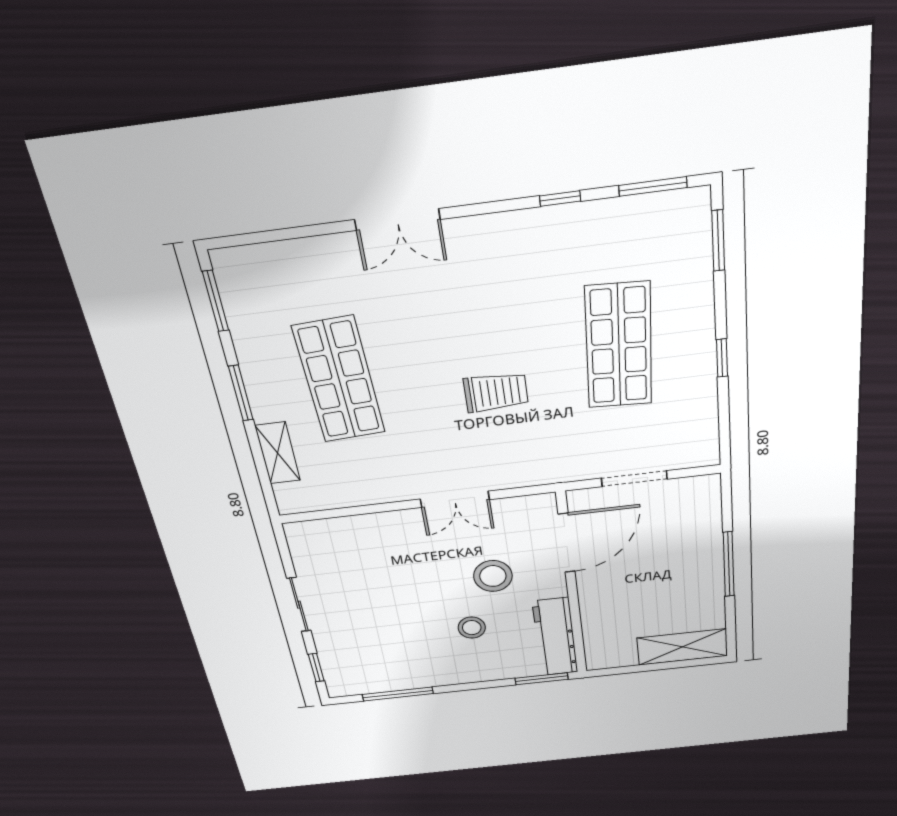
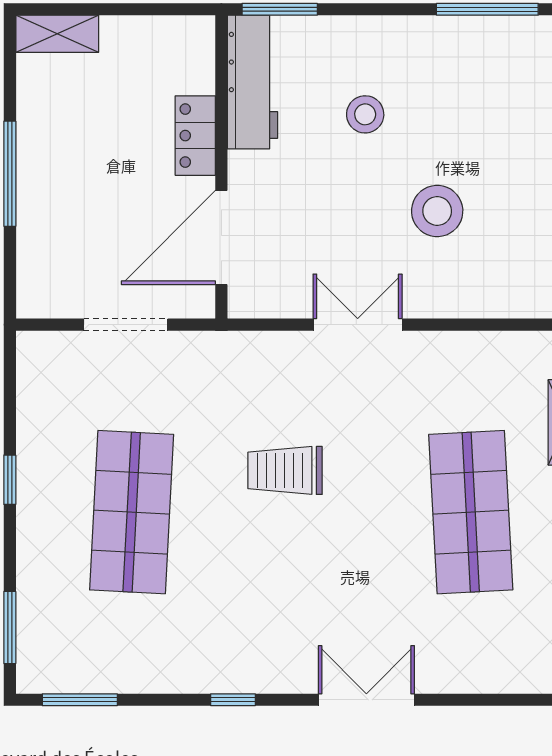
window: (560, 198) -> (233, 700), moved
stool: (493, 576) -> (437, 211), moved
locker: (593, 602) -> (195, 136), added
shelving: (682, 647) -> (57, 34), width x0.67, depth x0.75

